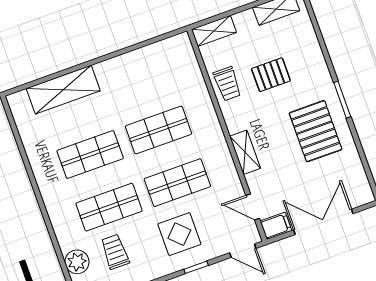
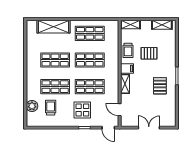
shop shelf: (140, 77) -> (90, 33), added
pallet: (316, 131) -> (160, 86), width x0.67, depth x0.71
double door: (323, 222) -> (149, 128), width x0.73
filing cabinet: (276, 226) -> (127, 69), moved

